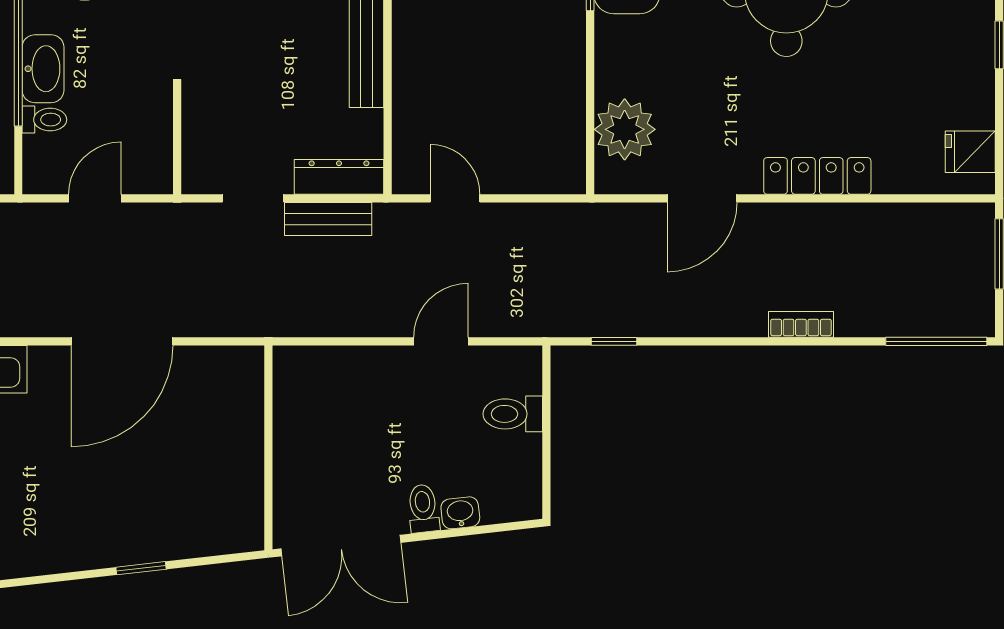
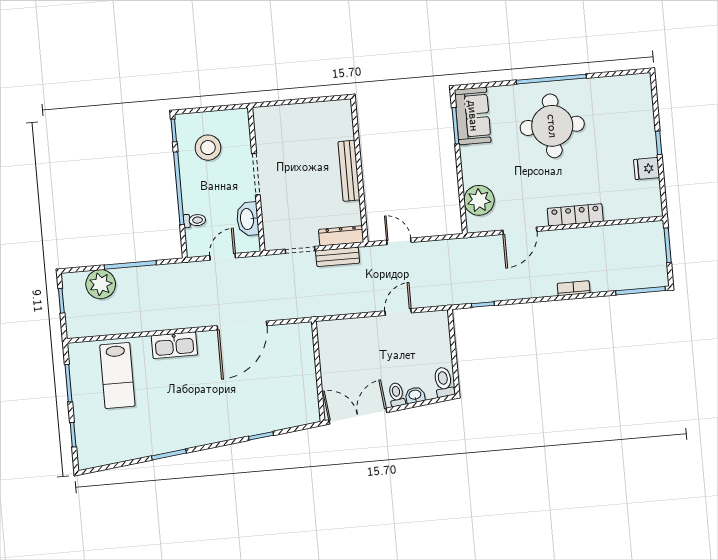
washbasin: (43, 69) -> (248, 219), moved, turned 180
fridge: (970, 152) -> (647, 169), moved
toilet: (513, 414) -> (444, 382), moved, turned 84
double door: (341, 546) -> (358, 416), swing flipped

